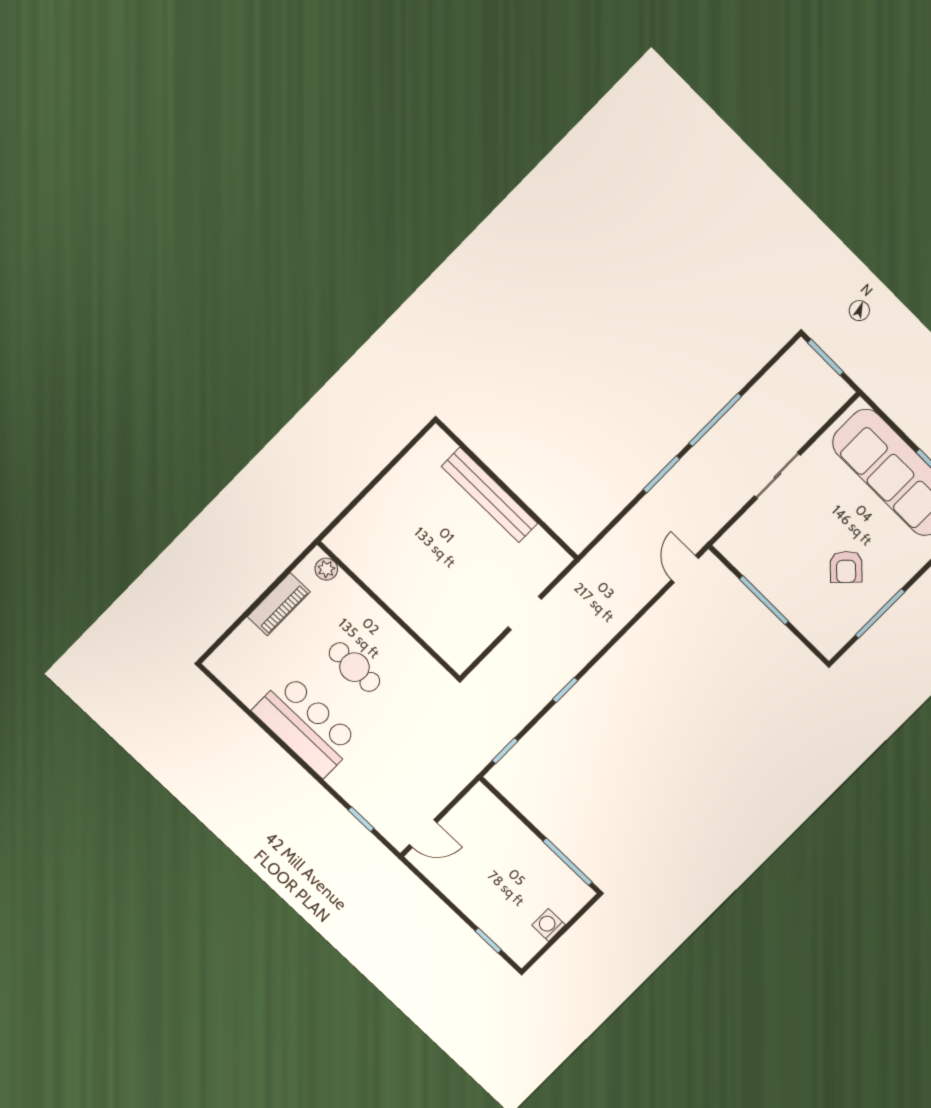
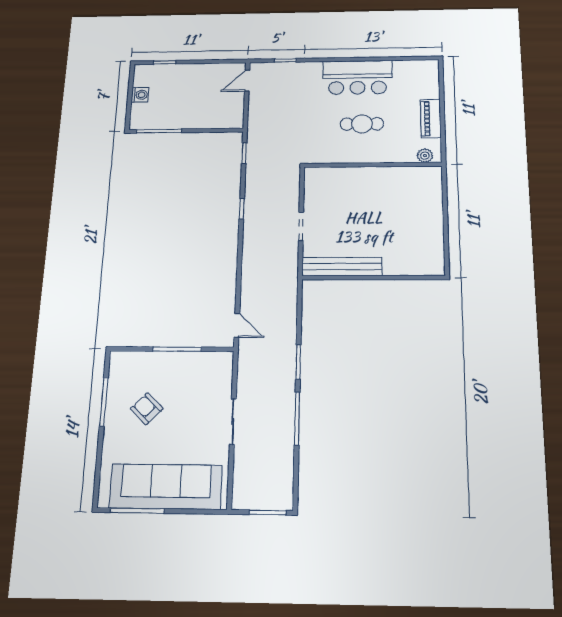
bench: (490, 495) -> (342, 267), moved

